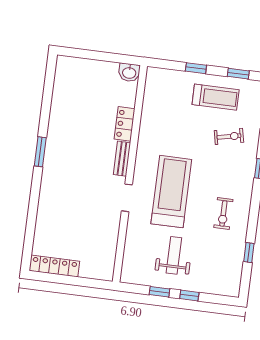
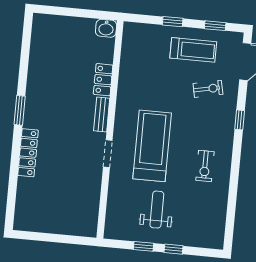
window: (249, 253) -> (232, 204), removed
locker: (54, 266) -> (28, 153), moved, turned 90

